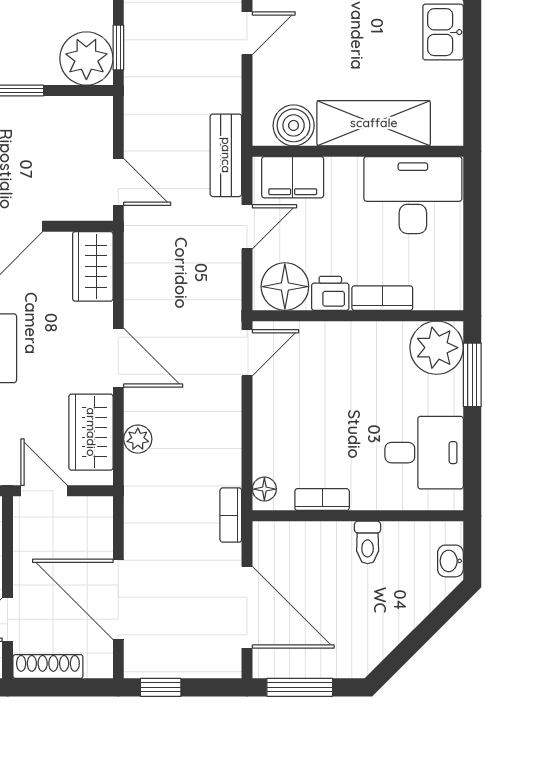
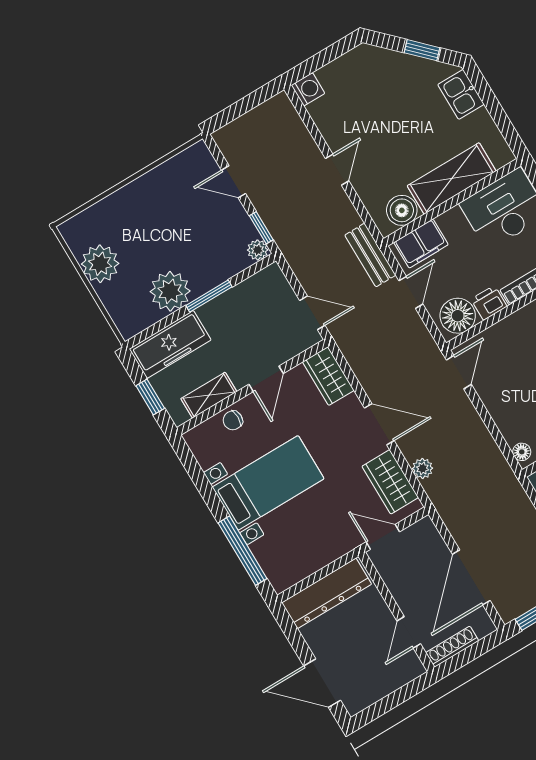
plant: (86, 59) -> (258, 250), width x0.53, depth x0.53
bookcase: (231, 515) -> (510, 481), removed
door: (118, 599) -> (471, 577), hinge flipped

